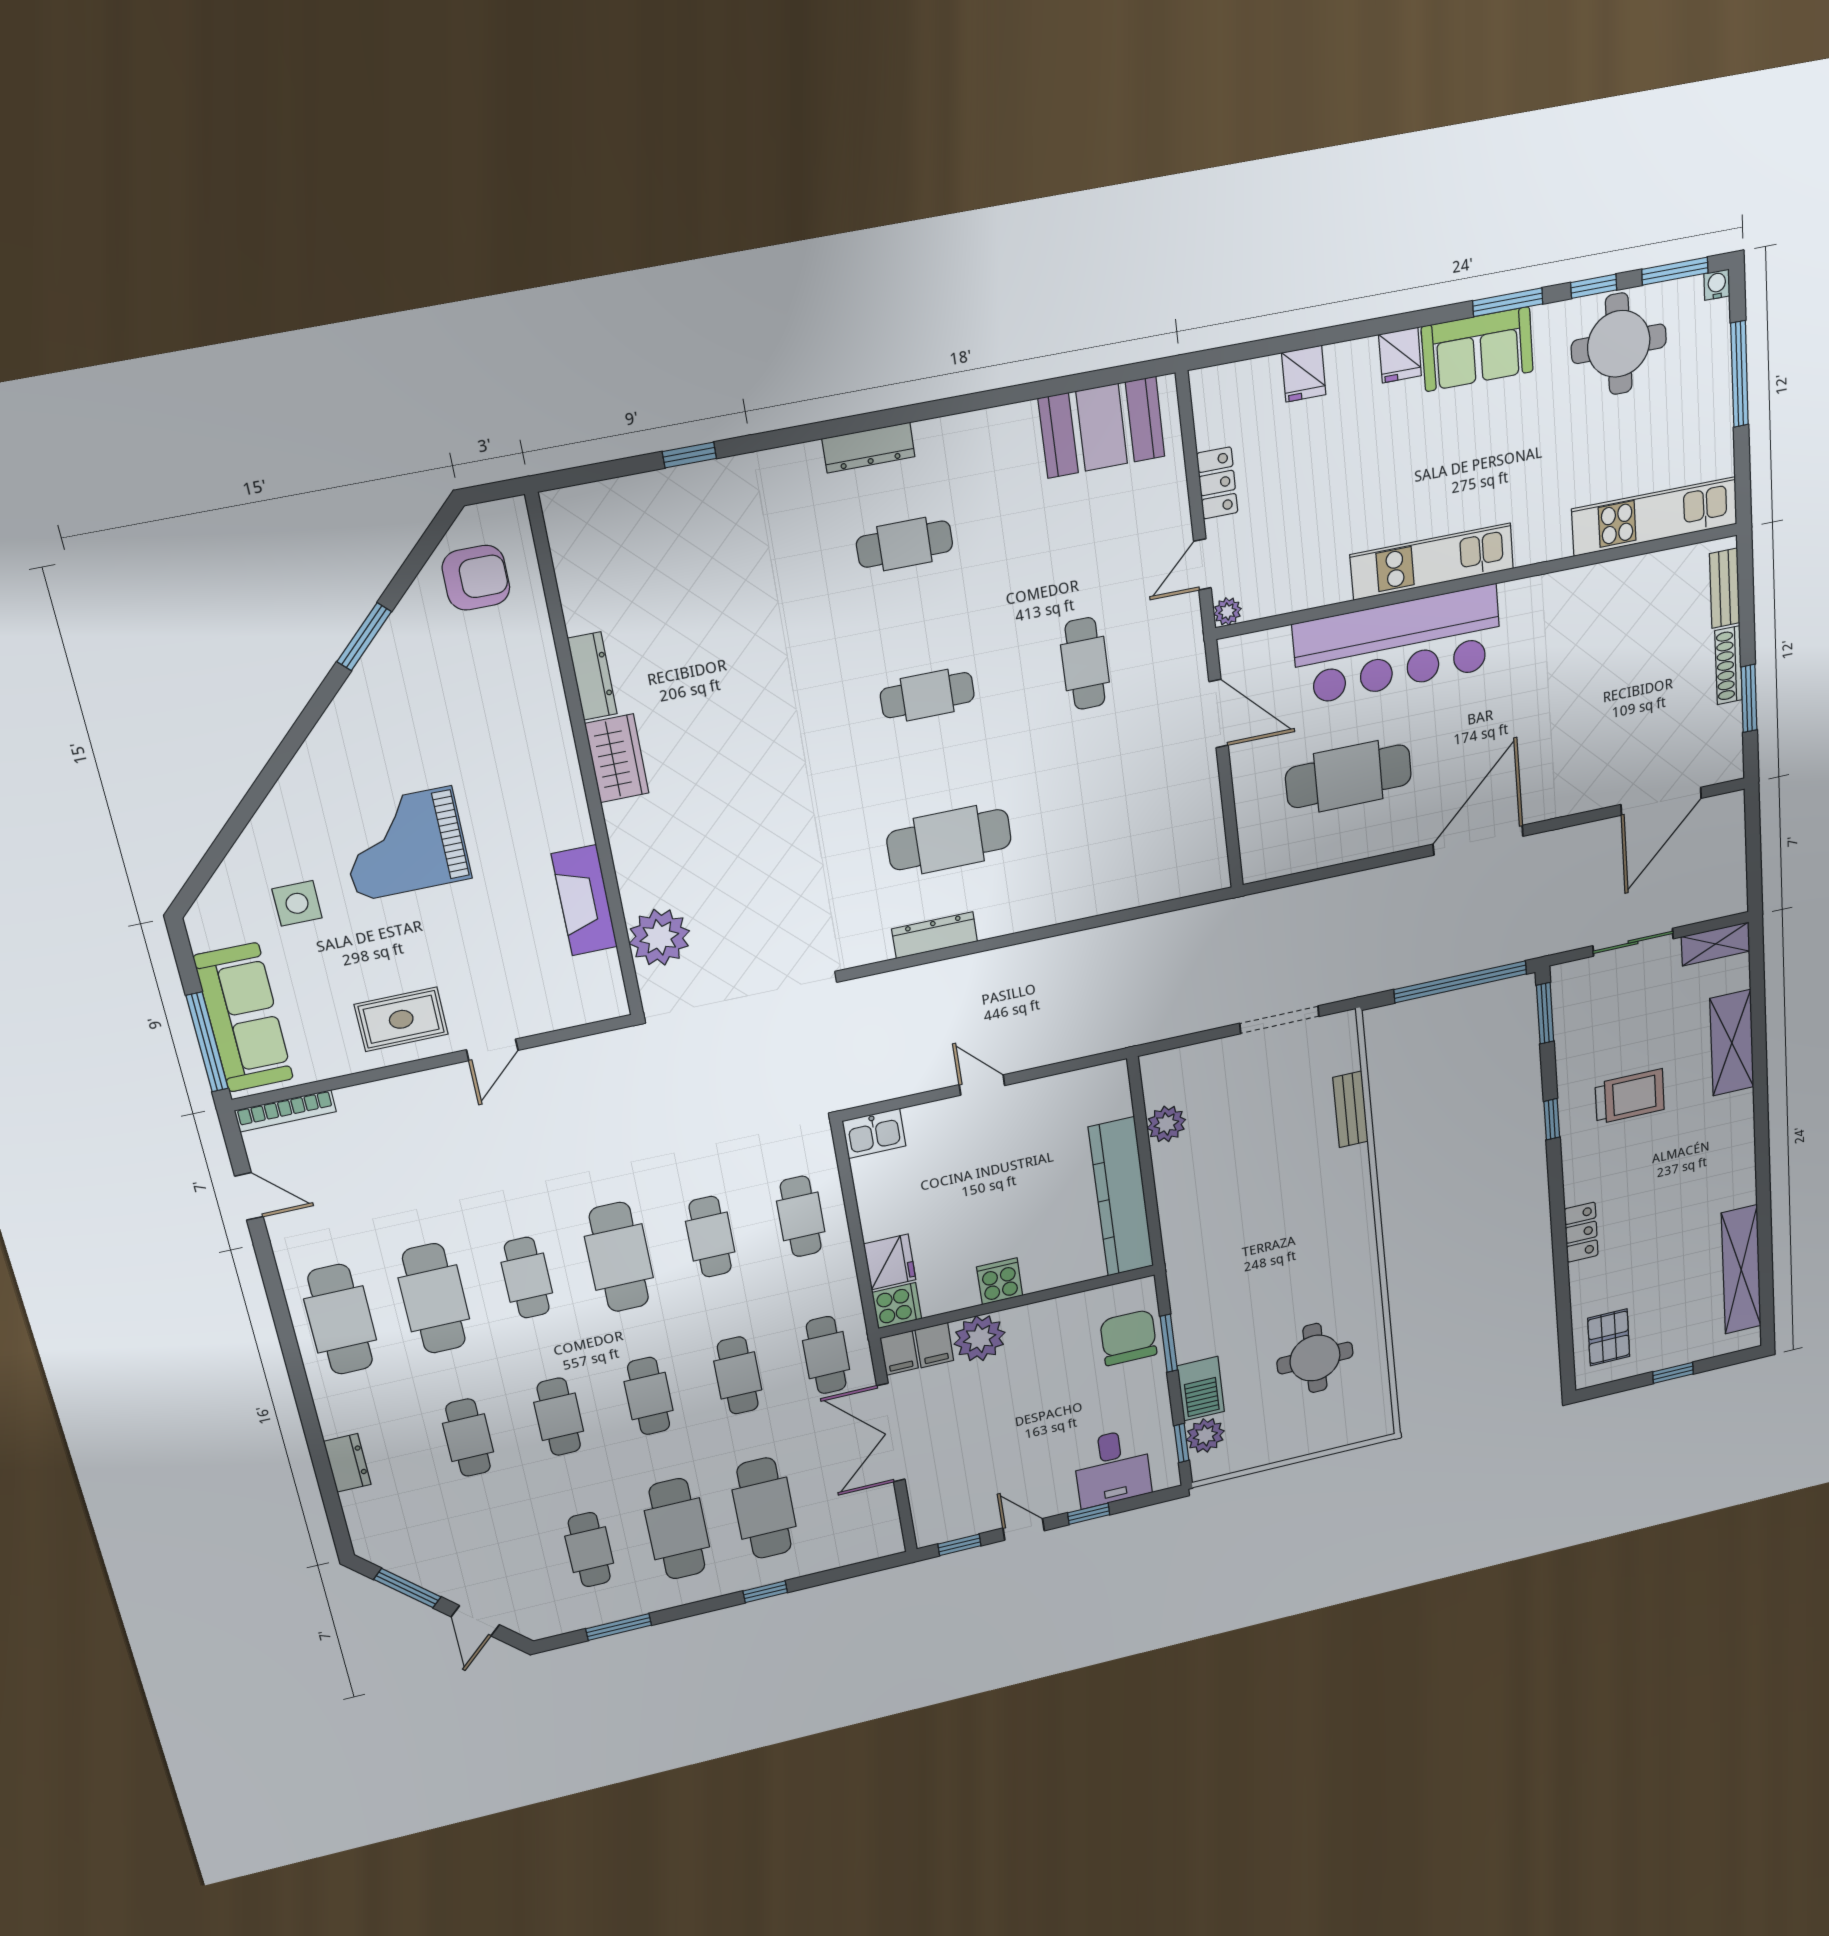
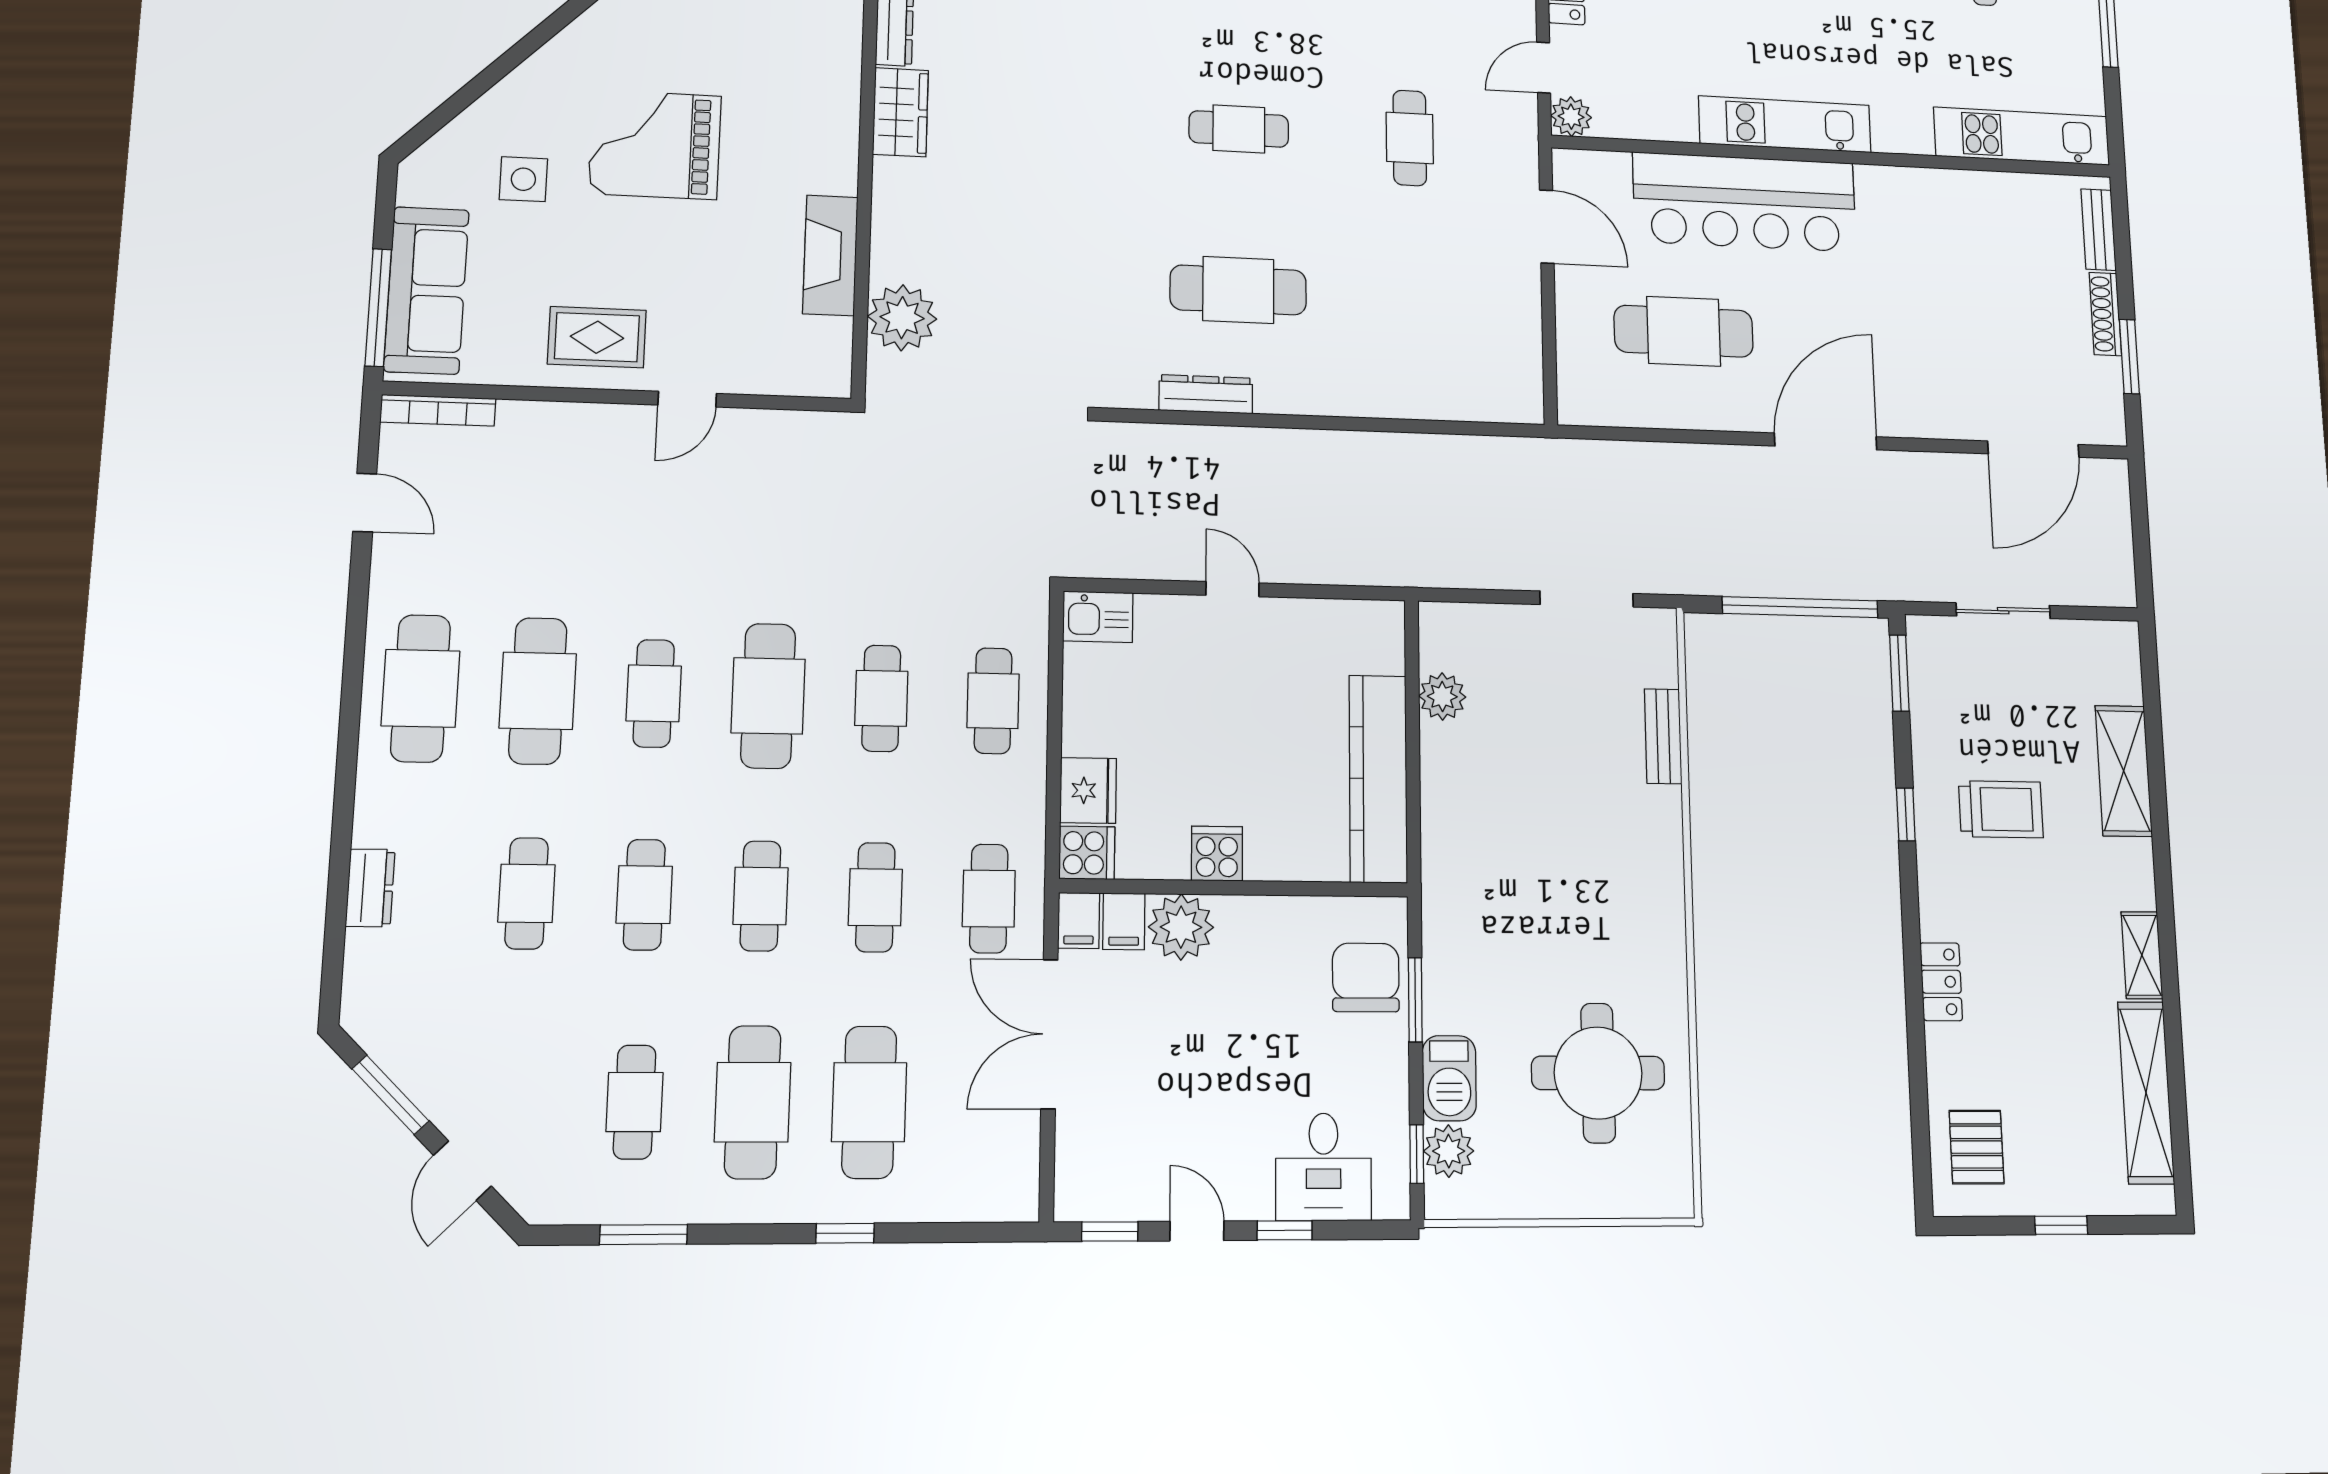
plant: (1227, 611) -> (1571, 117), width x1.38, depth x1.38
shelving: (1716, 944) -> (2142, 955), moved, turned 90
round table: (1315, 1358) -> (1598, 1073), width x1.36, depth x1.36

